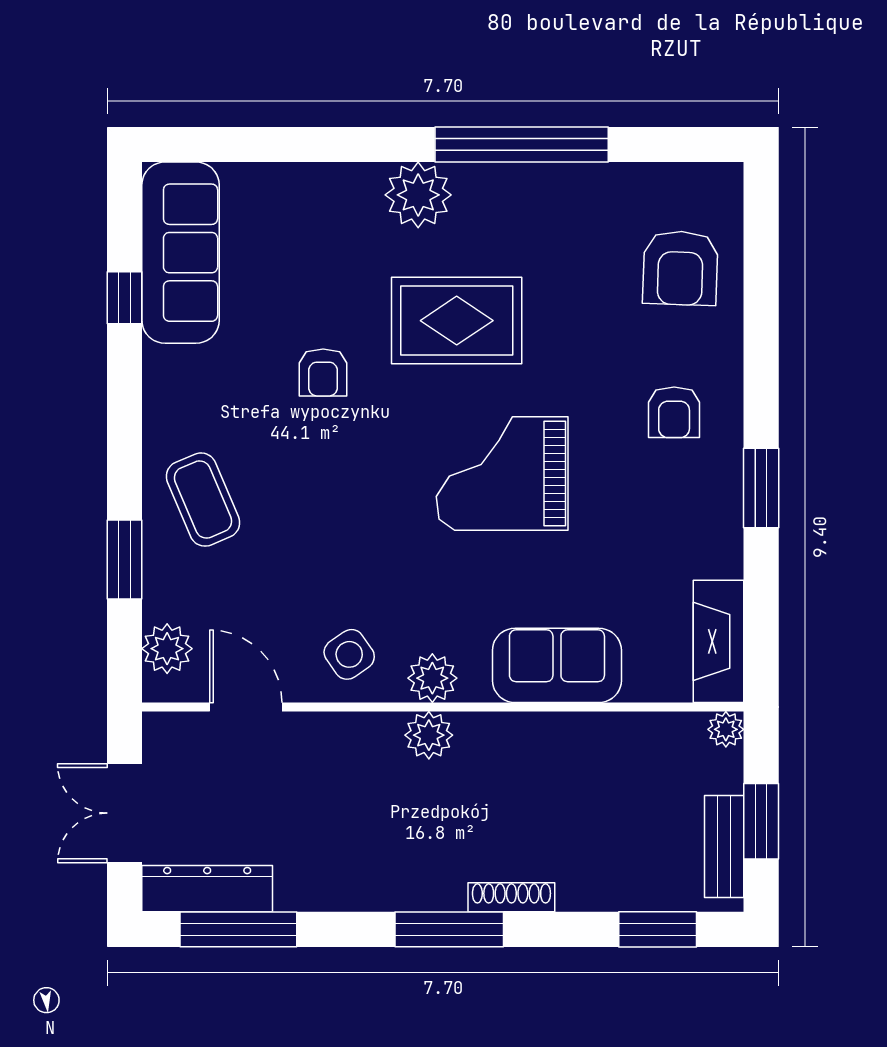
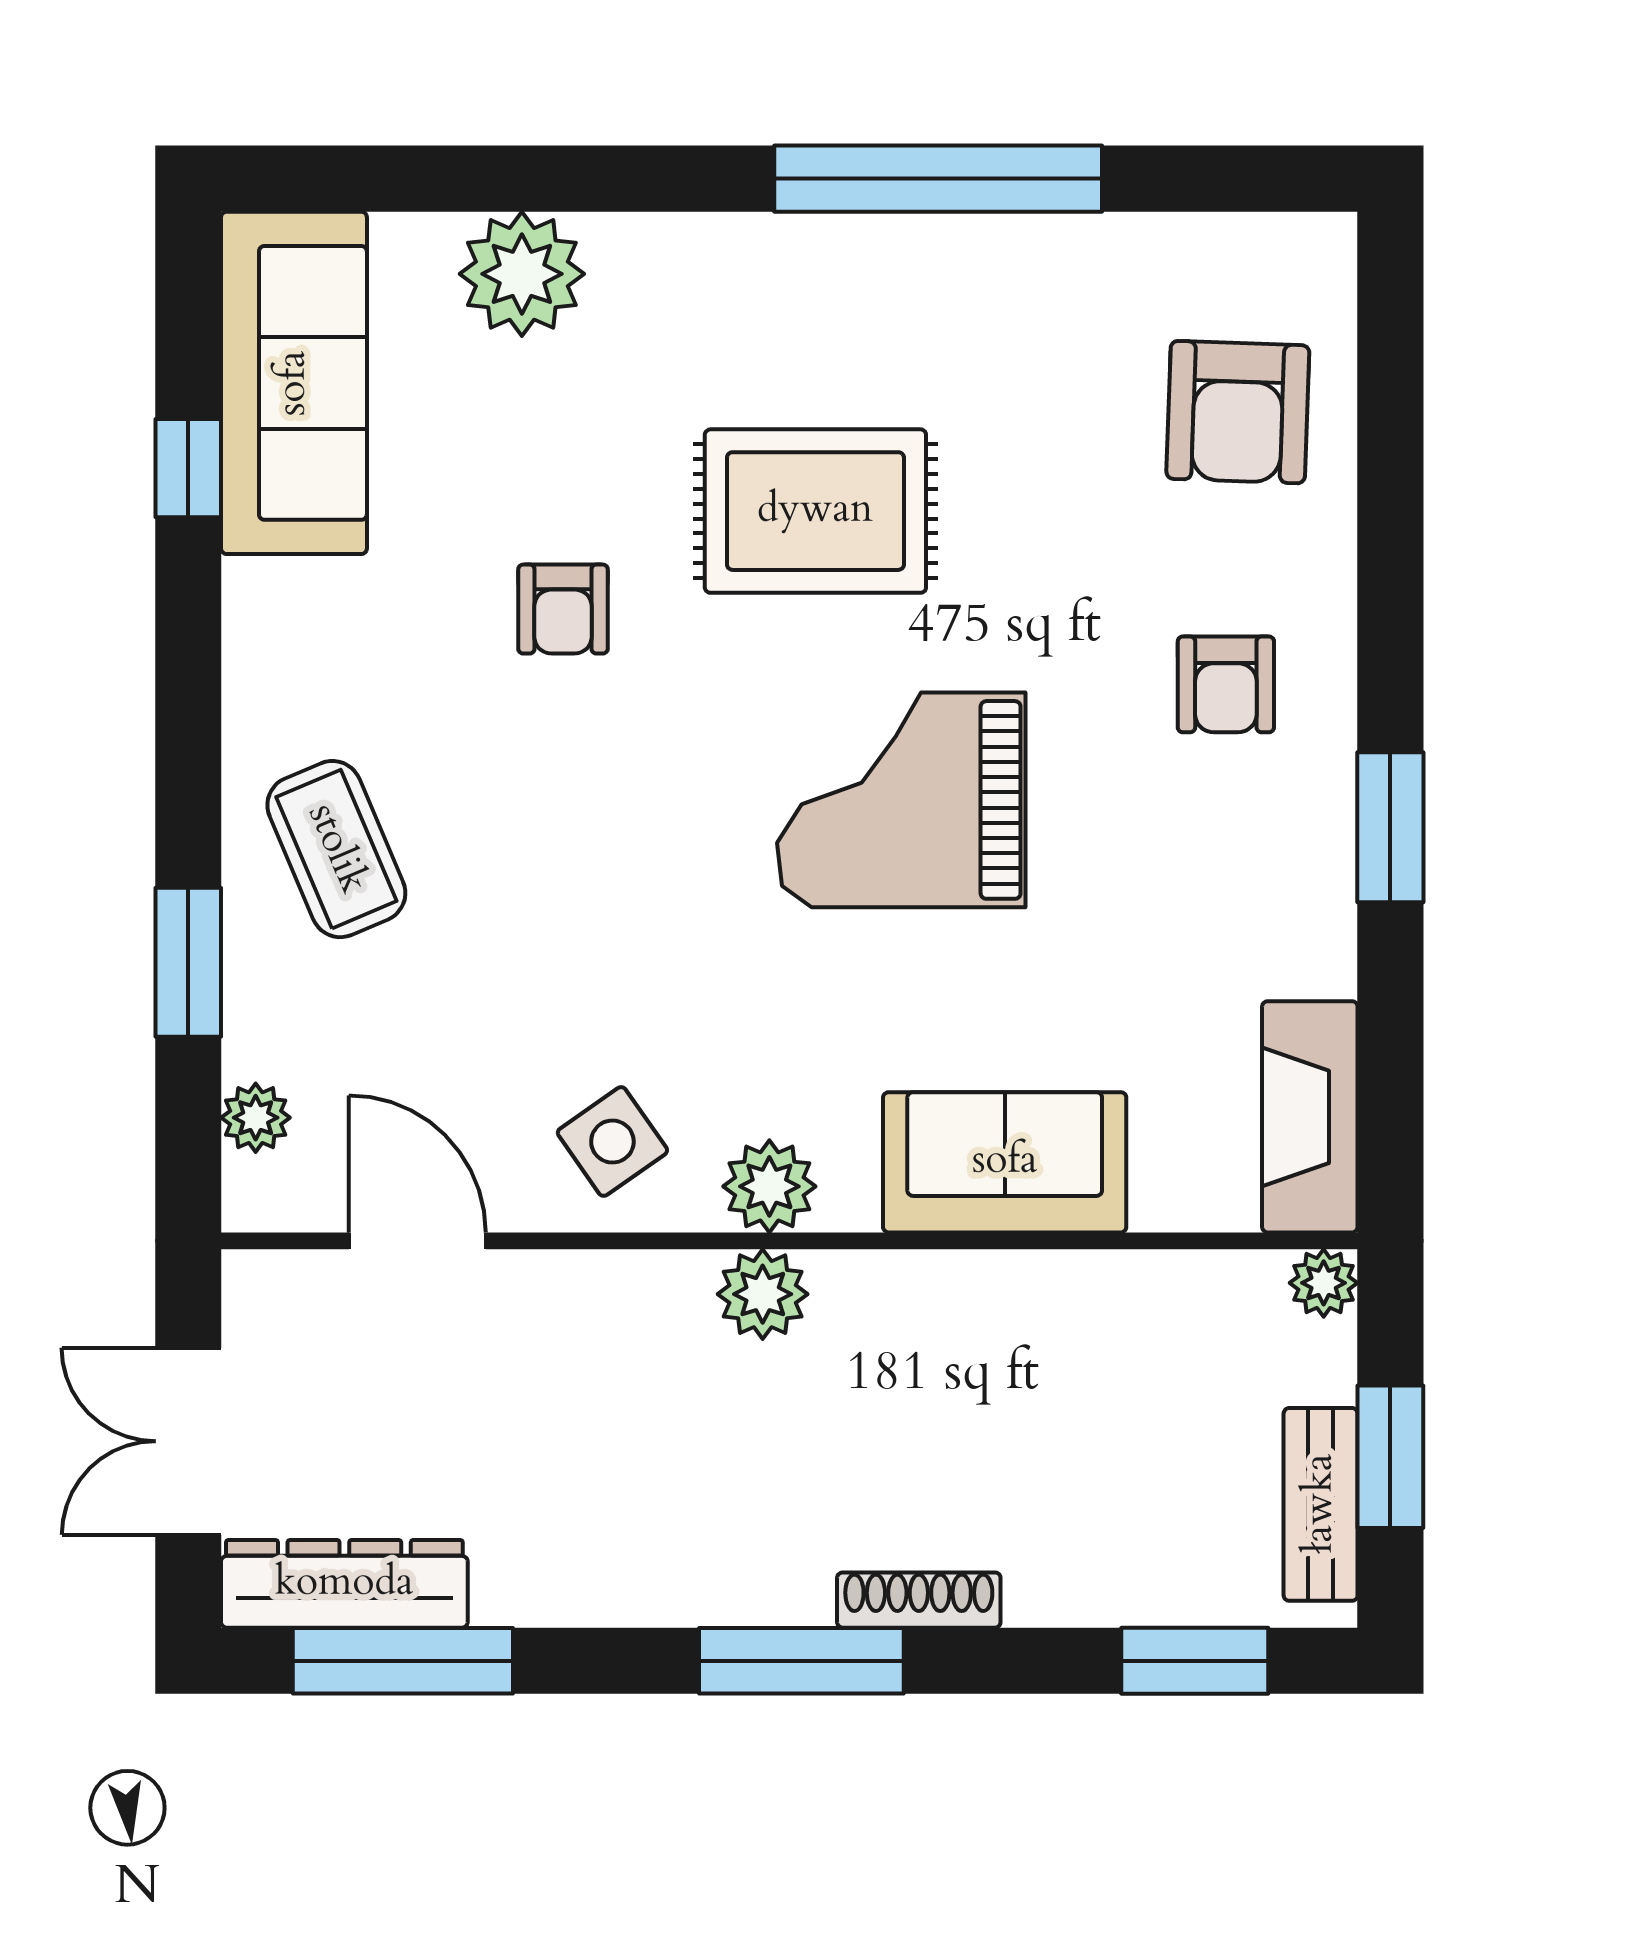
plant: (418, 195) -> (522, 274), moved
plant: (167, 649) -> (256, 1118), width x0.73, depth x0.73

